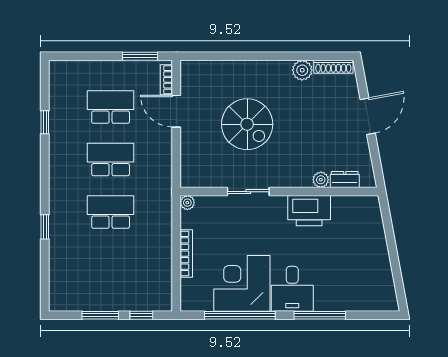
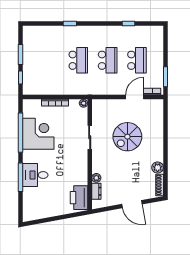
printer: (309, 211) -> (79, 198), moved
desk: (292, 289) -> (35, 175), moved

